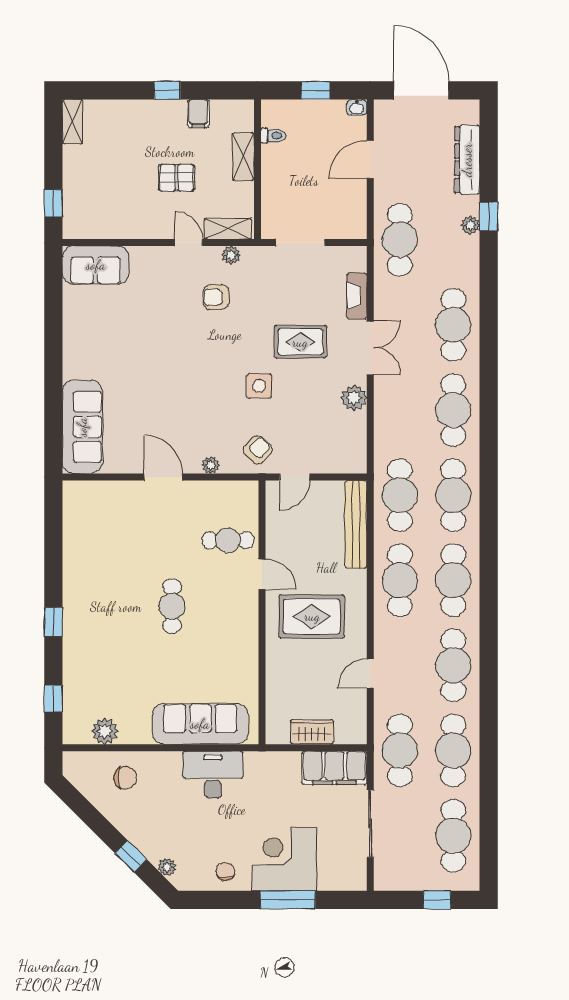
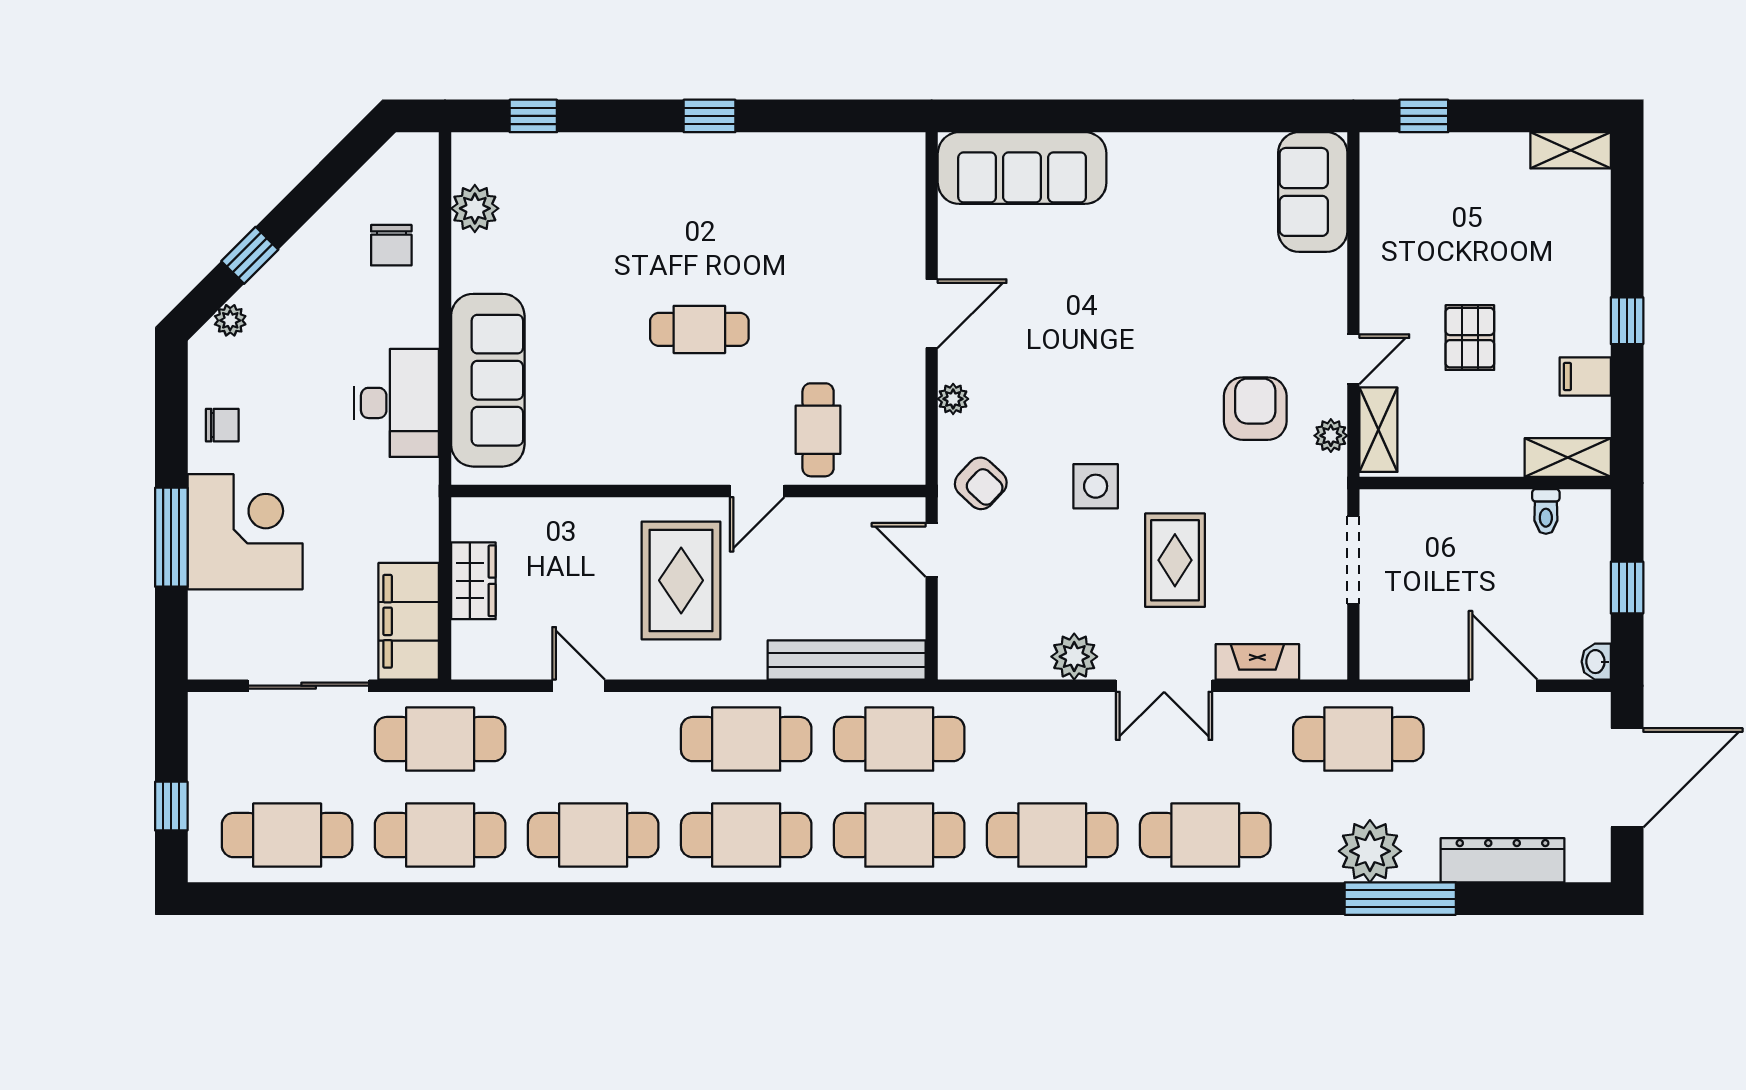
shelving: (243, 157) -> (1568, 457), moved
window: (489, 216) -> (1400, 899), width x2.17
plant: (470, 225) -> (1370, 851), width x1.88, depth x1.88
armchair: (216, 297) -> (1255, 409), width x1.38, depth x1.38
window: (53, 622) -> (709, 116), moved

